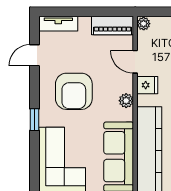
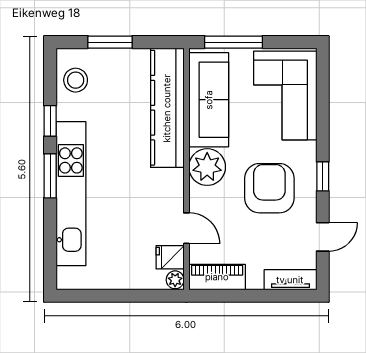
fridge: (147, 85) -> (170, 257), moved
plant: (126, 101) -> (207, 167), width x1.87, depth x1.87
window: (34, 120) -> (323, 176), moved

